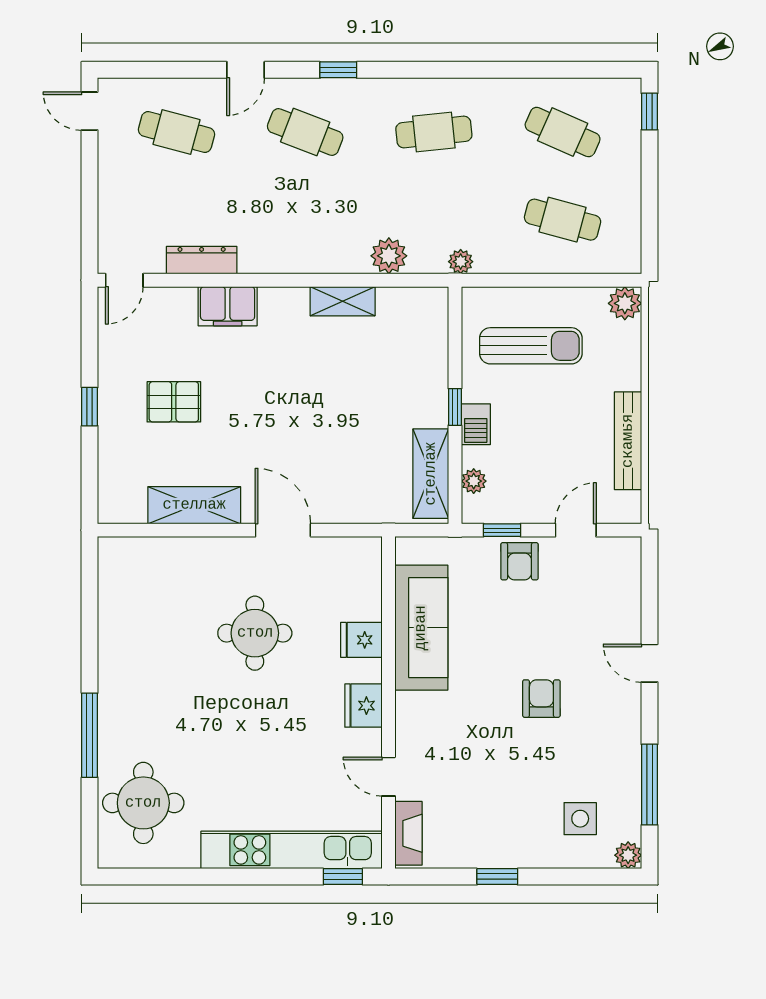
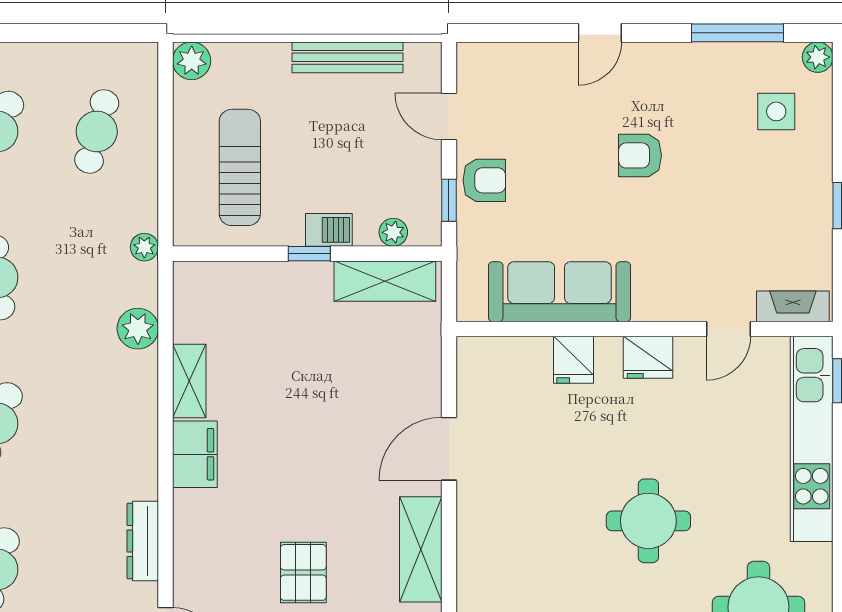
filing cabinet: (228, 306) -> (195, 454), moved
round table: (255, 633) -> (648, 521), moved

